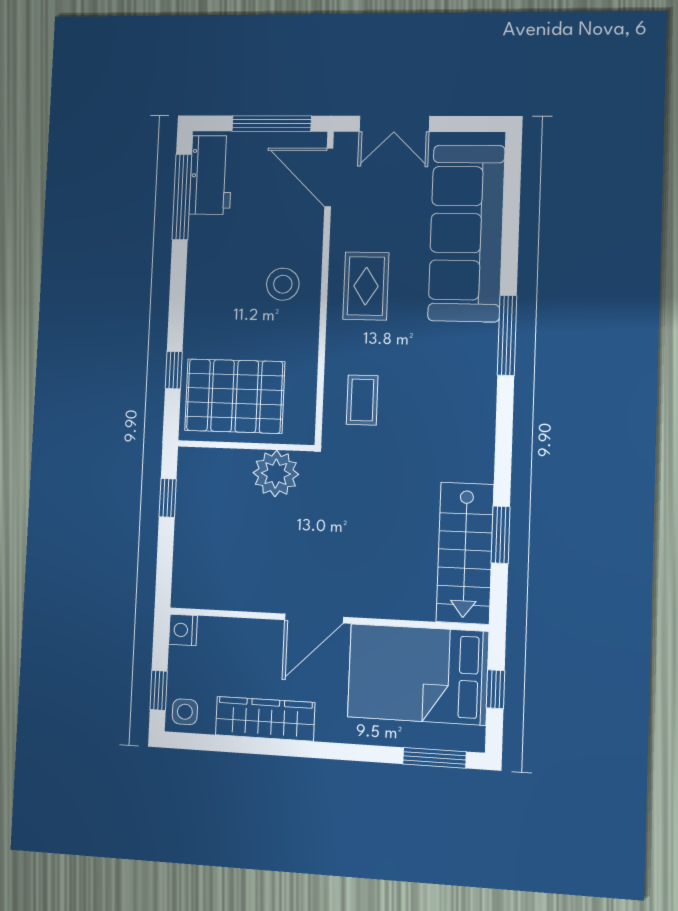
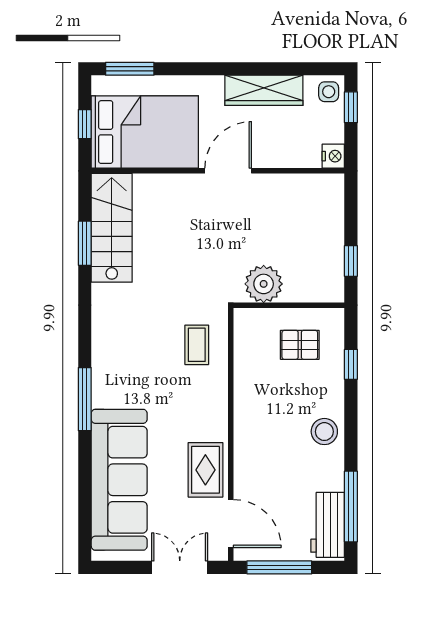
stool: (283, 284) -> (324, 432), moved
rug: (366, 286) -> (205, 470), moved
pallet: (235, 396) -> (300, 345), width x0.49, depth x0.50

